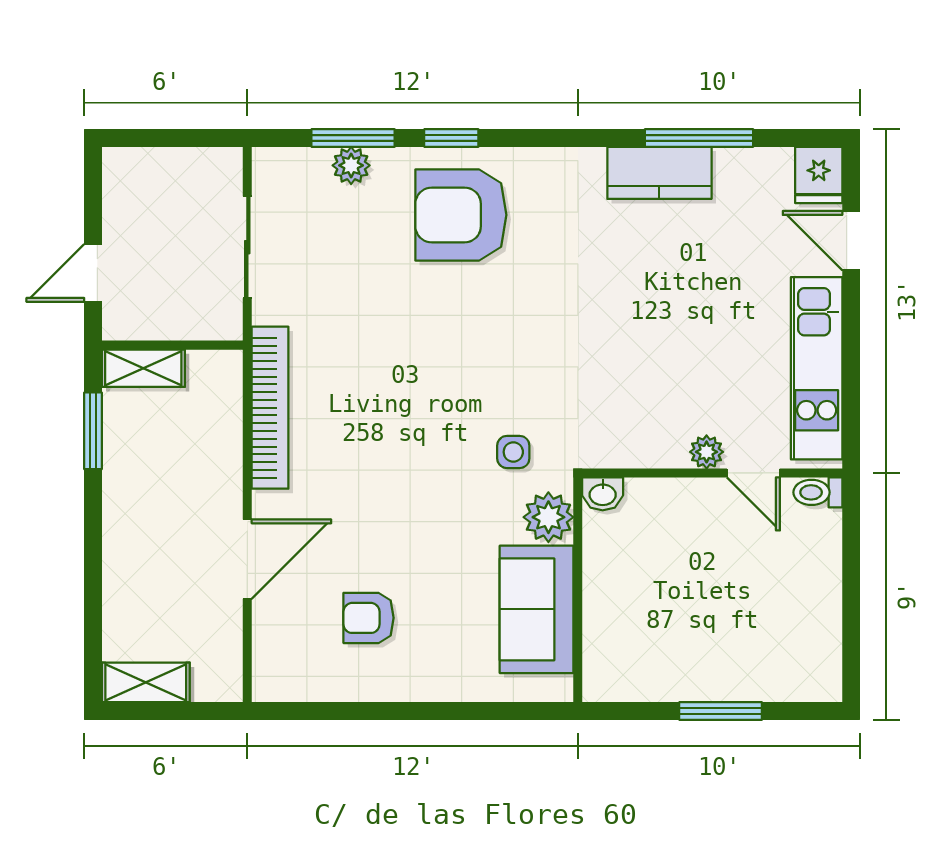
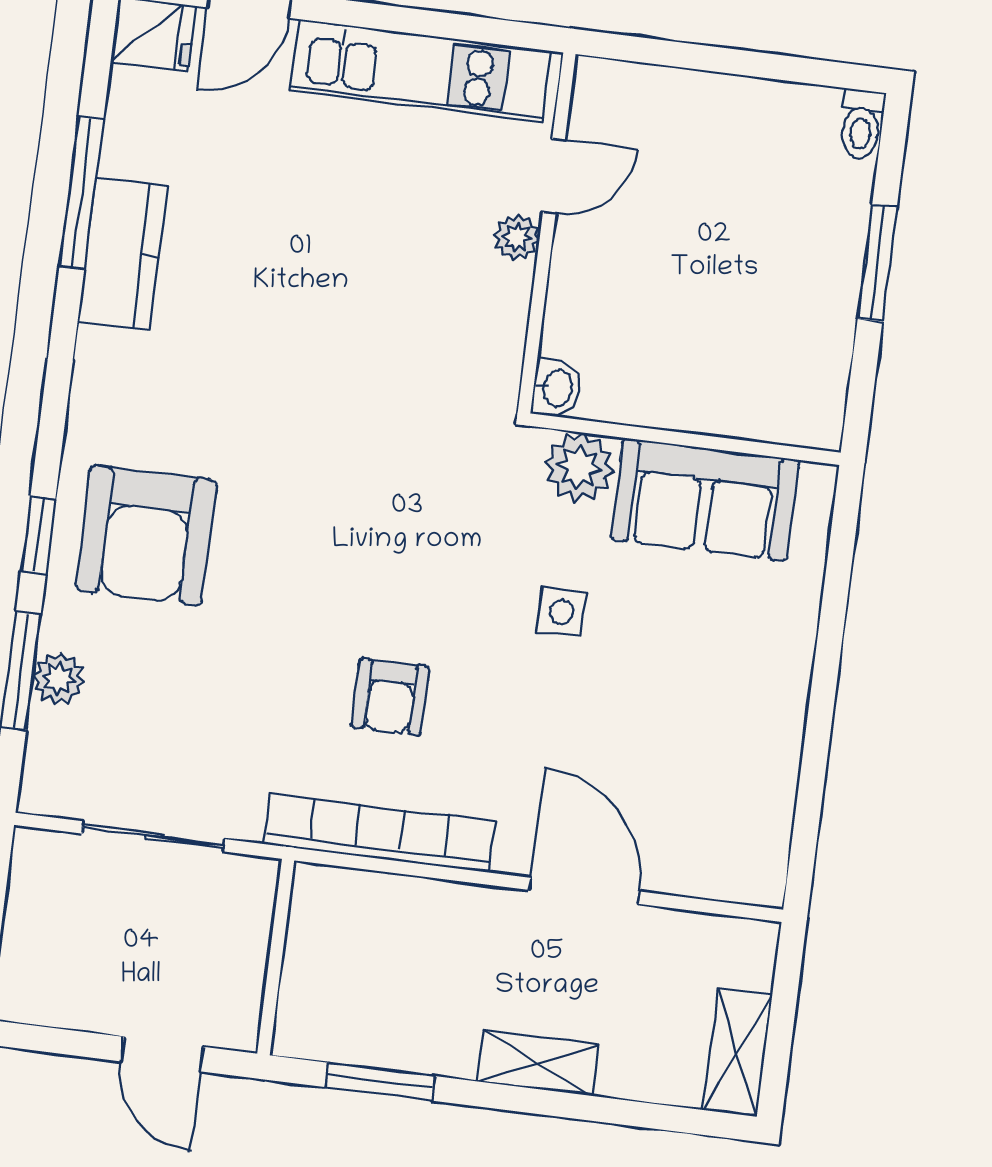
shelving: (143, 368) -> (538, 1063), moved, turned 90
side table: (513, 452) -> (561, 612), moved
toilet: (818, 492) -> (861, 124), moved
armchair: (369, 618) -> (390, 697), moved

